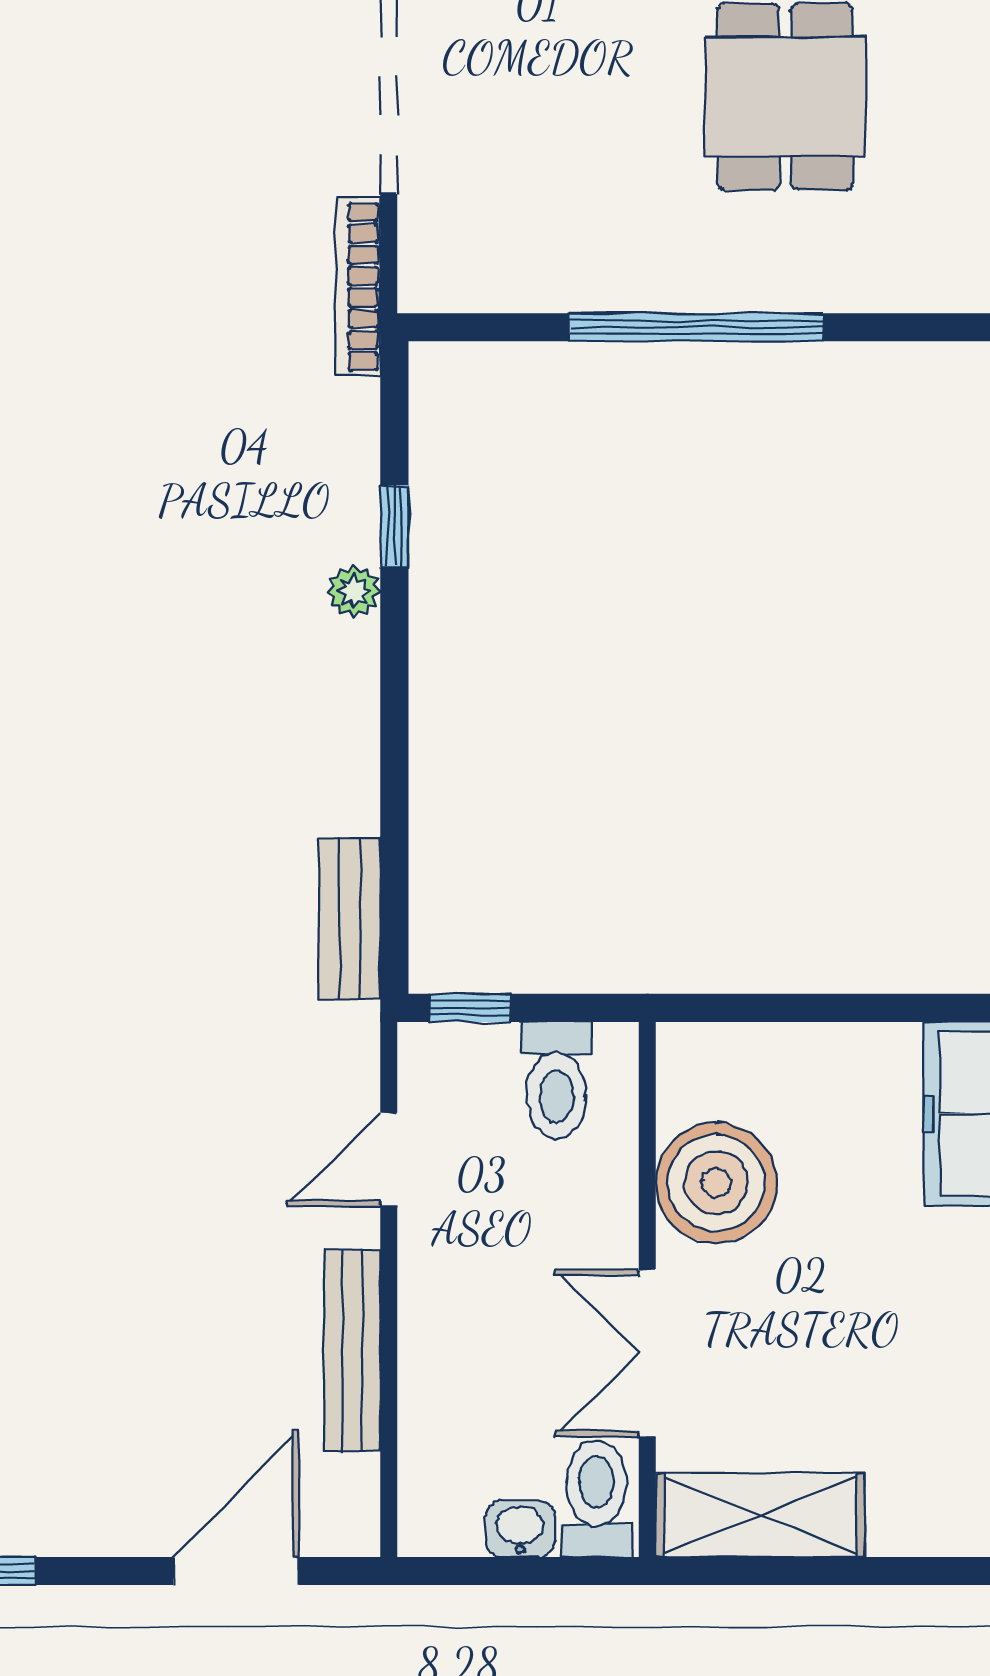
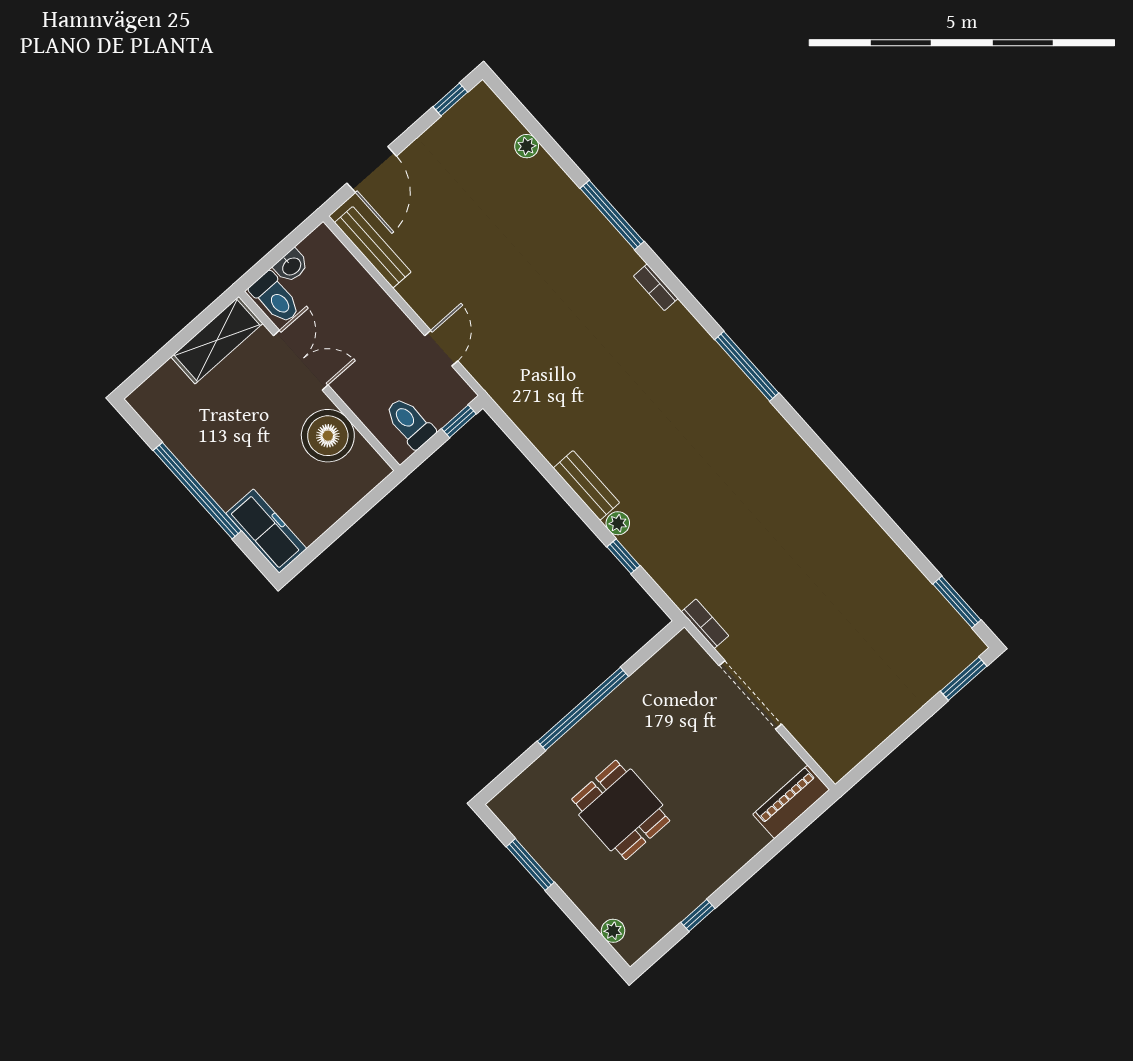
bookcase: (358, 287) -> (705, 624), width x0.64
bench: (350, 919) -> (586, 485), moved
bench: (352, 1350) -> (373, 247), moved

